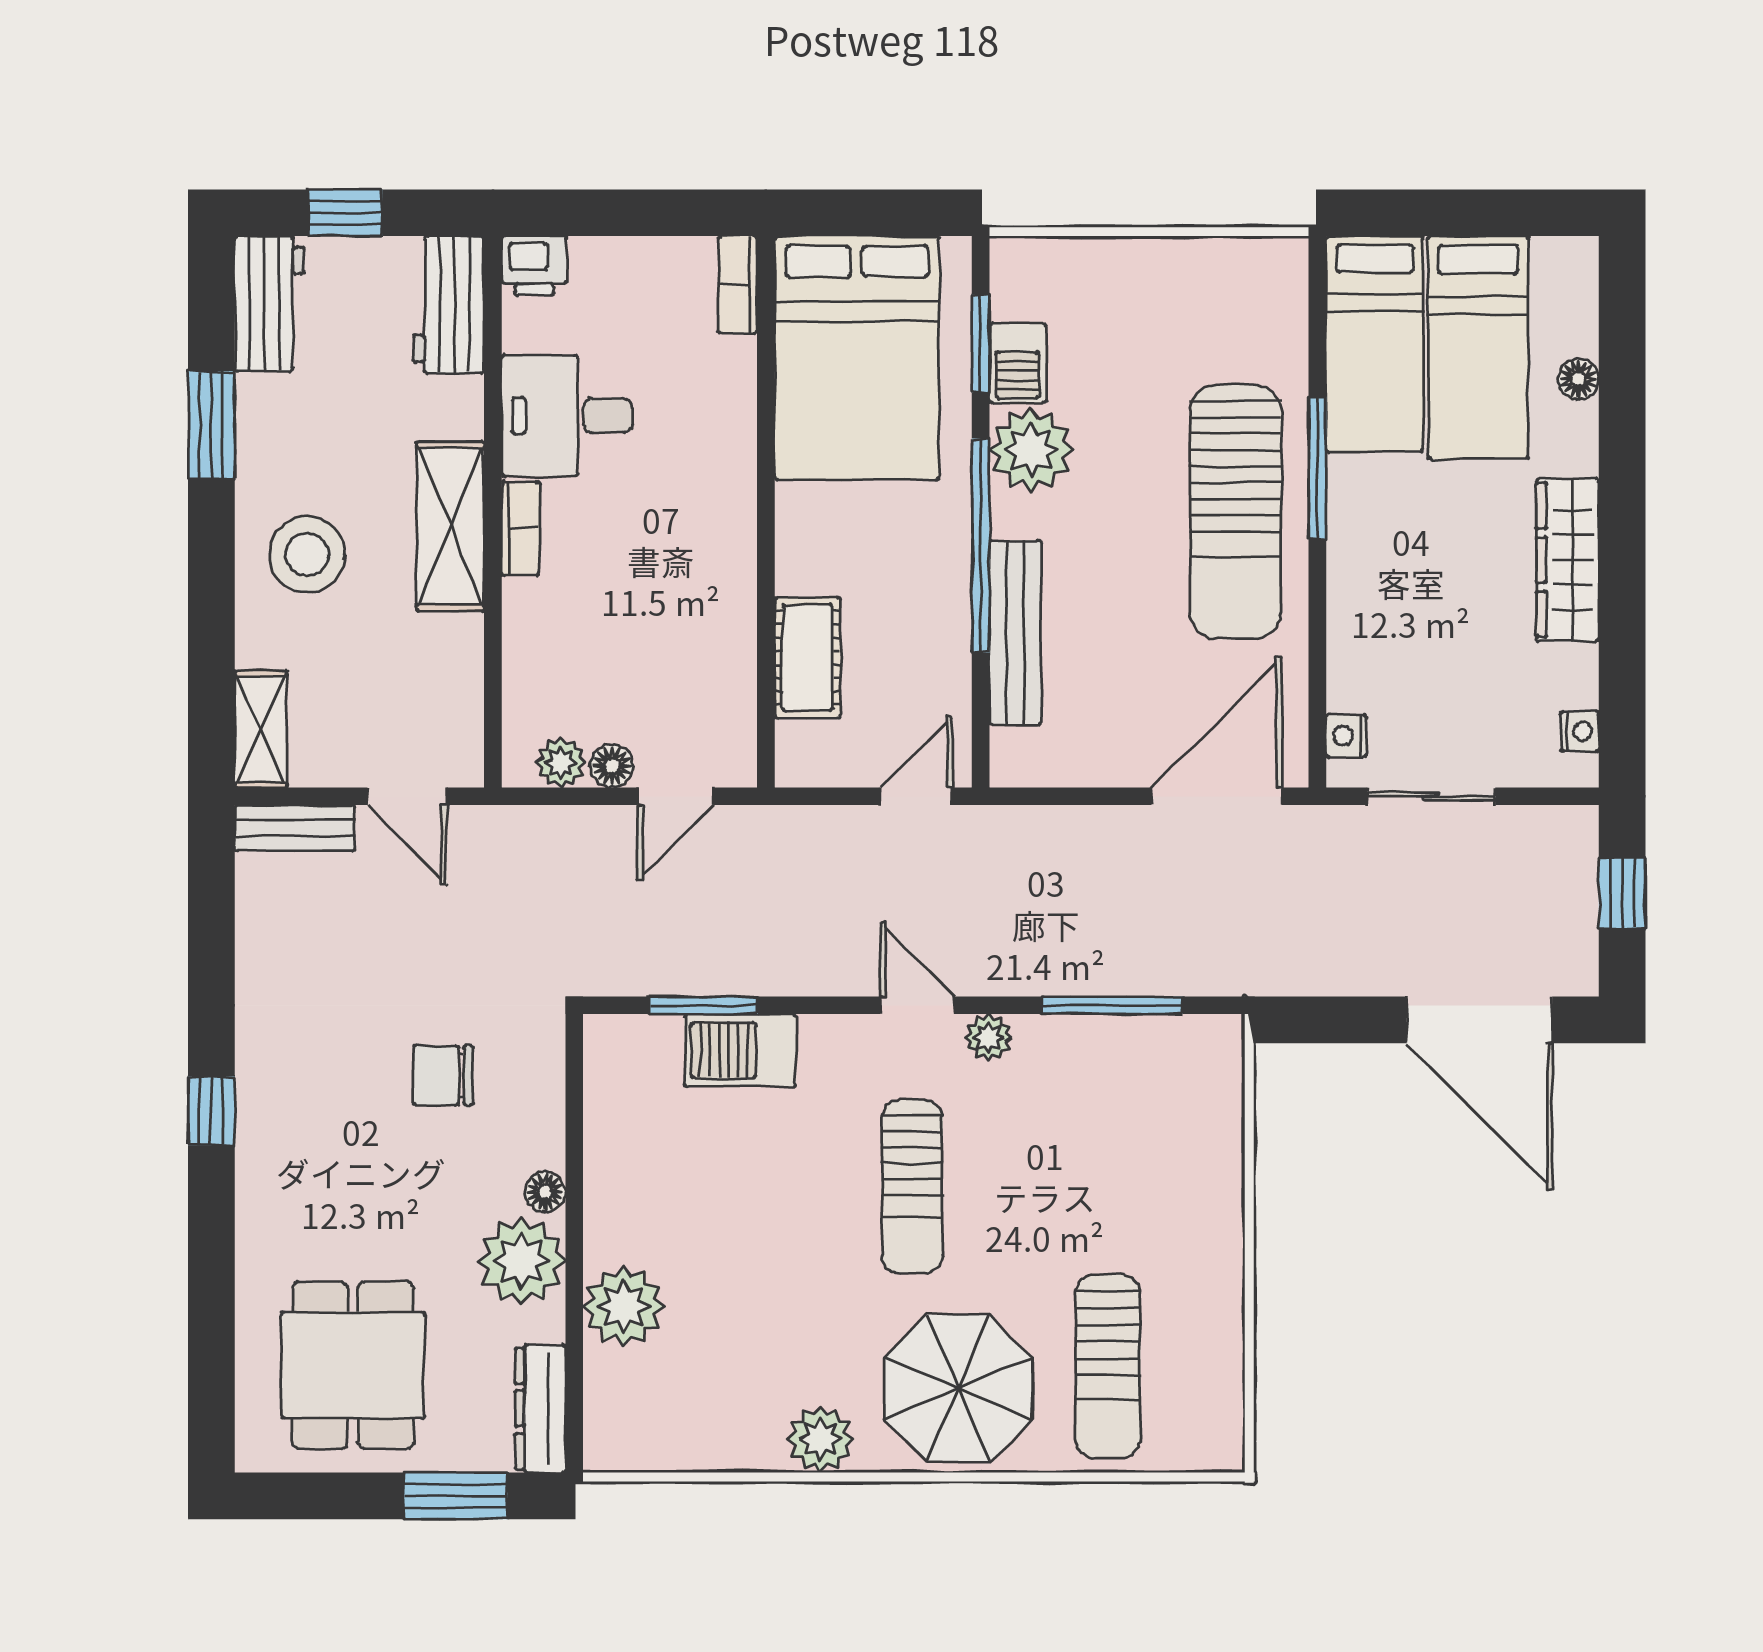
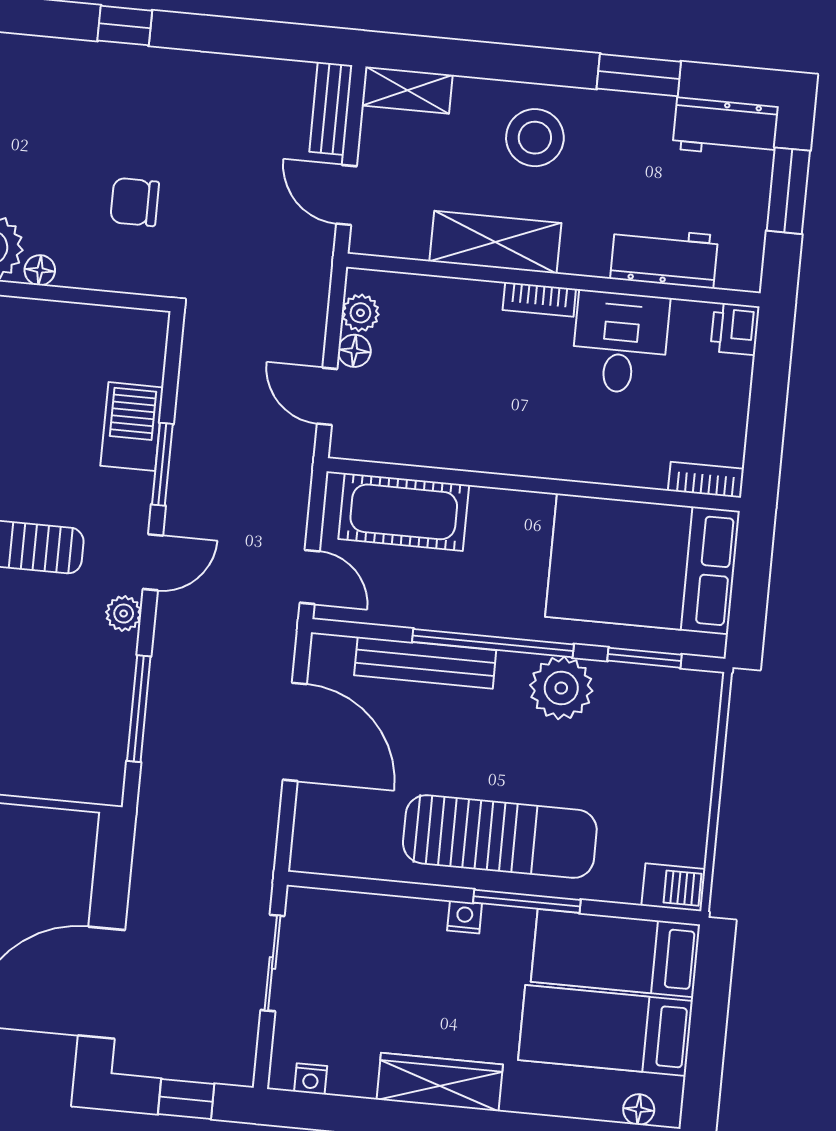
window: (345, 213) -> (788, 191), width x1.50
workbench: (449, 305) -> (664, 257), moved
barbecue: (1018, 363) -> (673, 887), moved, turned 180
floor lamp: (1578, 379) -> (639, 1109), moved
sun lounger: (1235, 512) -> (500, 837), turned 180
shelving: (450, 526) -> (495, 242), moved
cot: (807, 658) -> (404, 512), width x1.37, depth x1.34
nightstand: (1346, 736) -> (465, 917), moved
door: (407, 796) -> (346, 195), hinge flipped
door: (1217, 796) -> (295, 732), moved
window: (703, 1005) -> (162, 464), moved
chair: (443, 1075) -> (135, 202), turned -90

